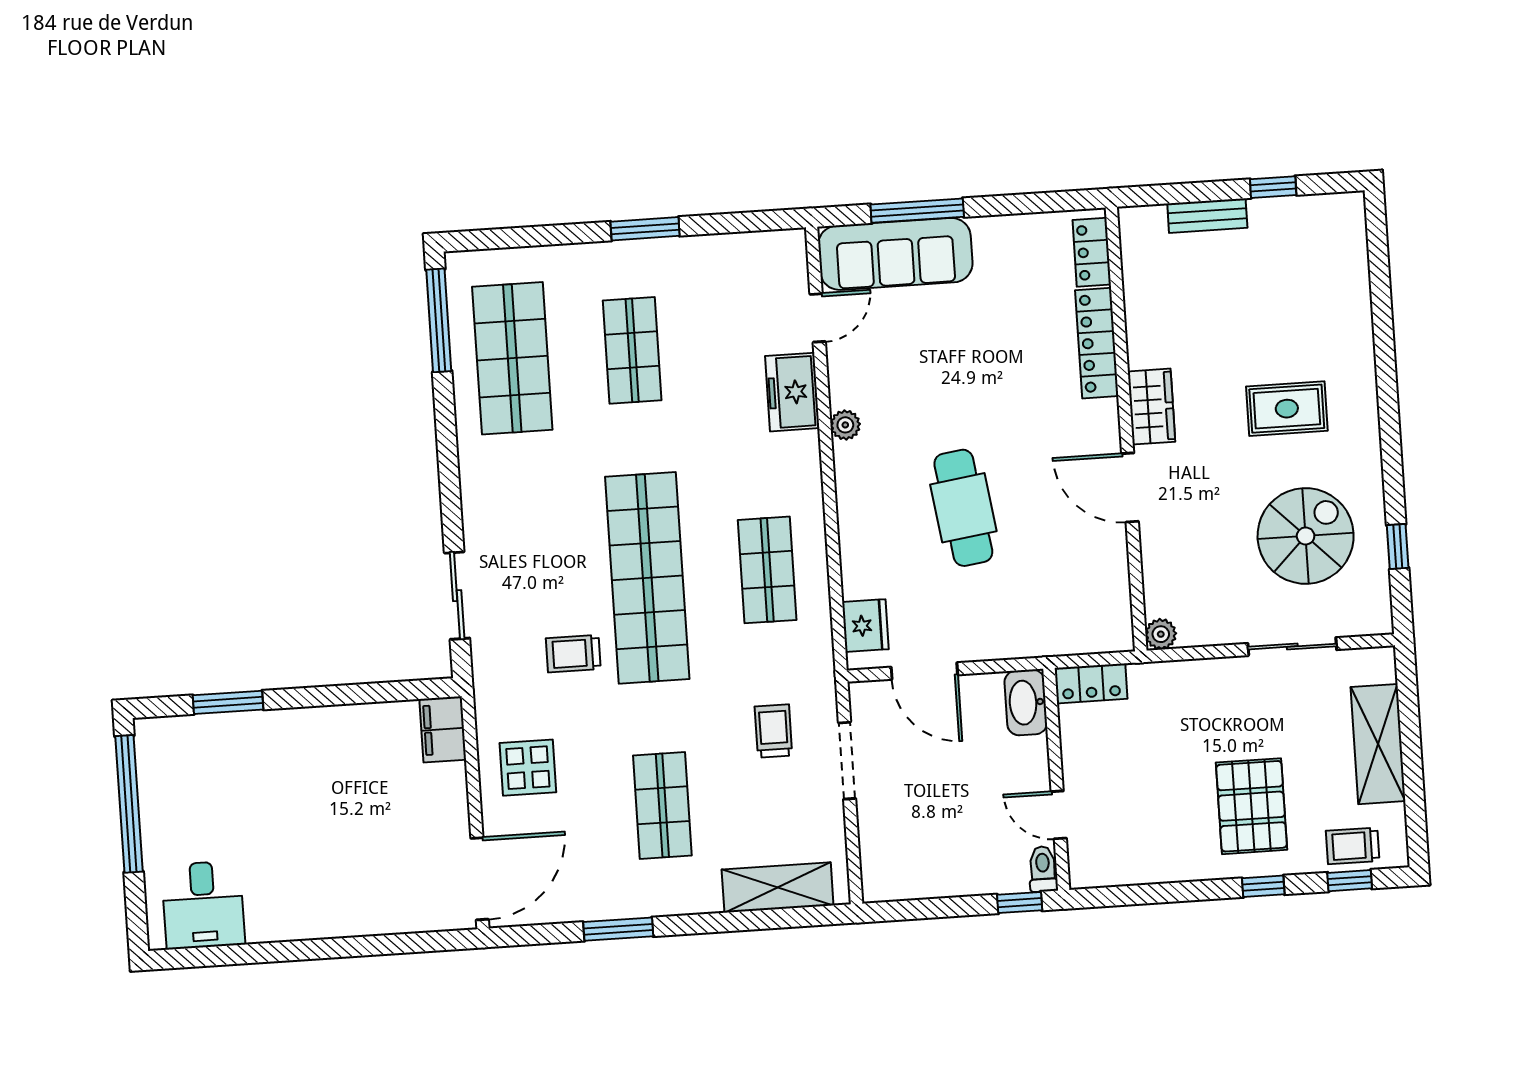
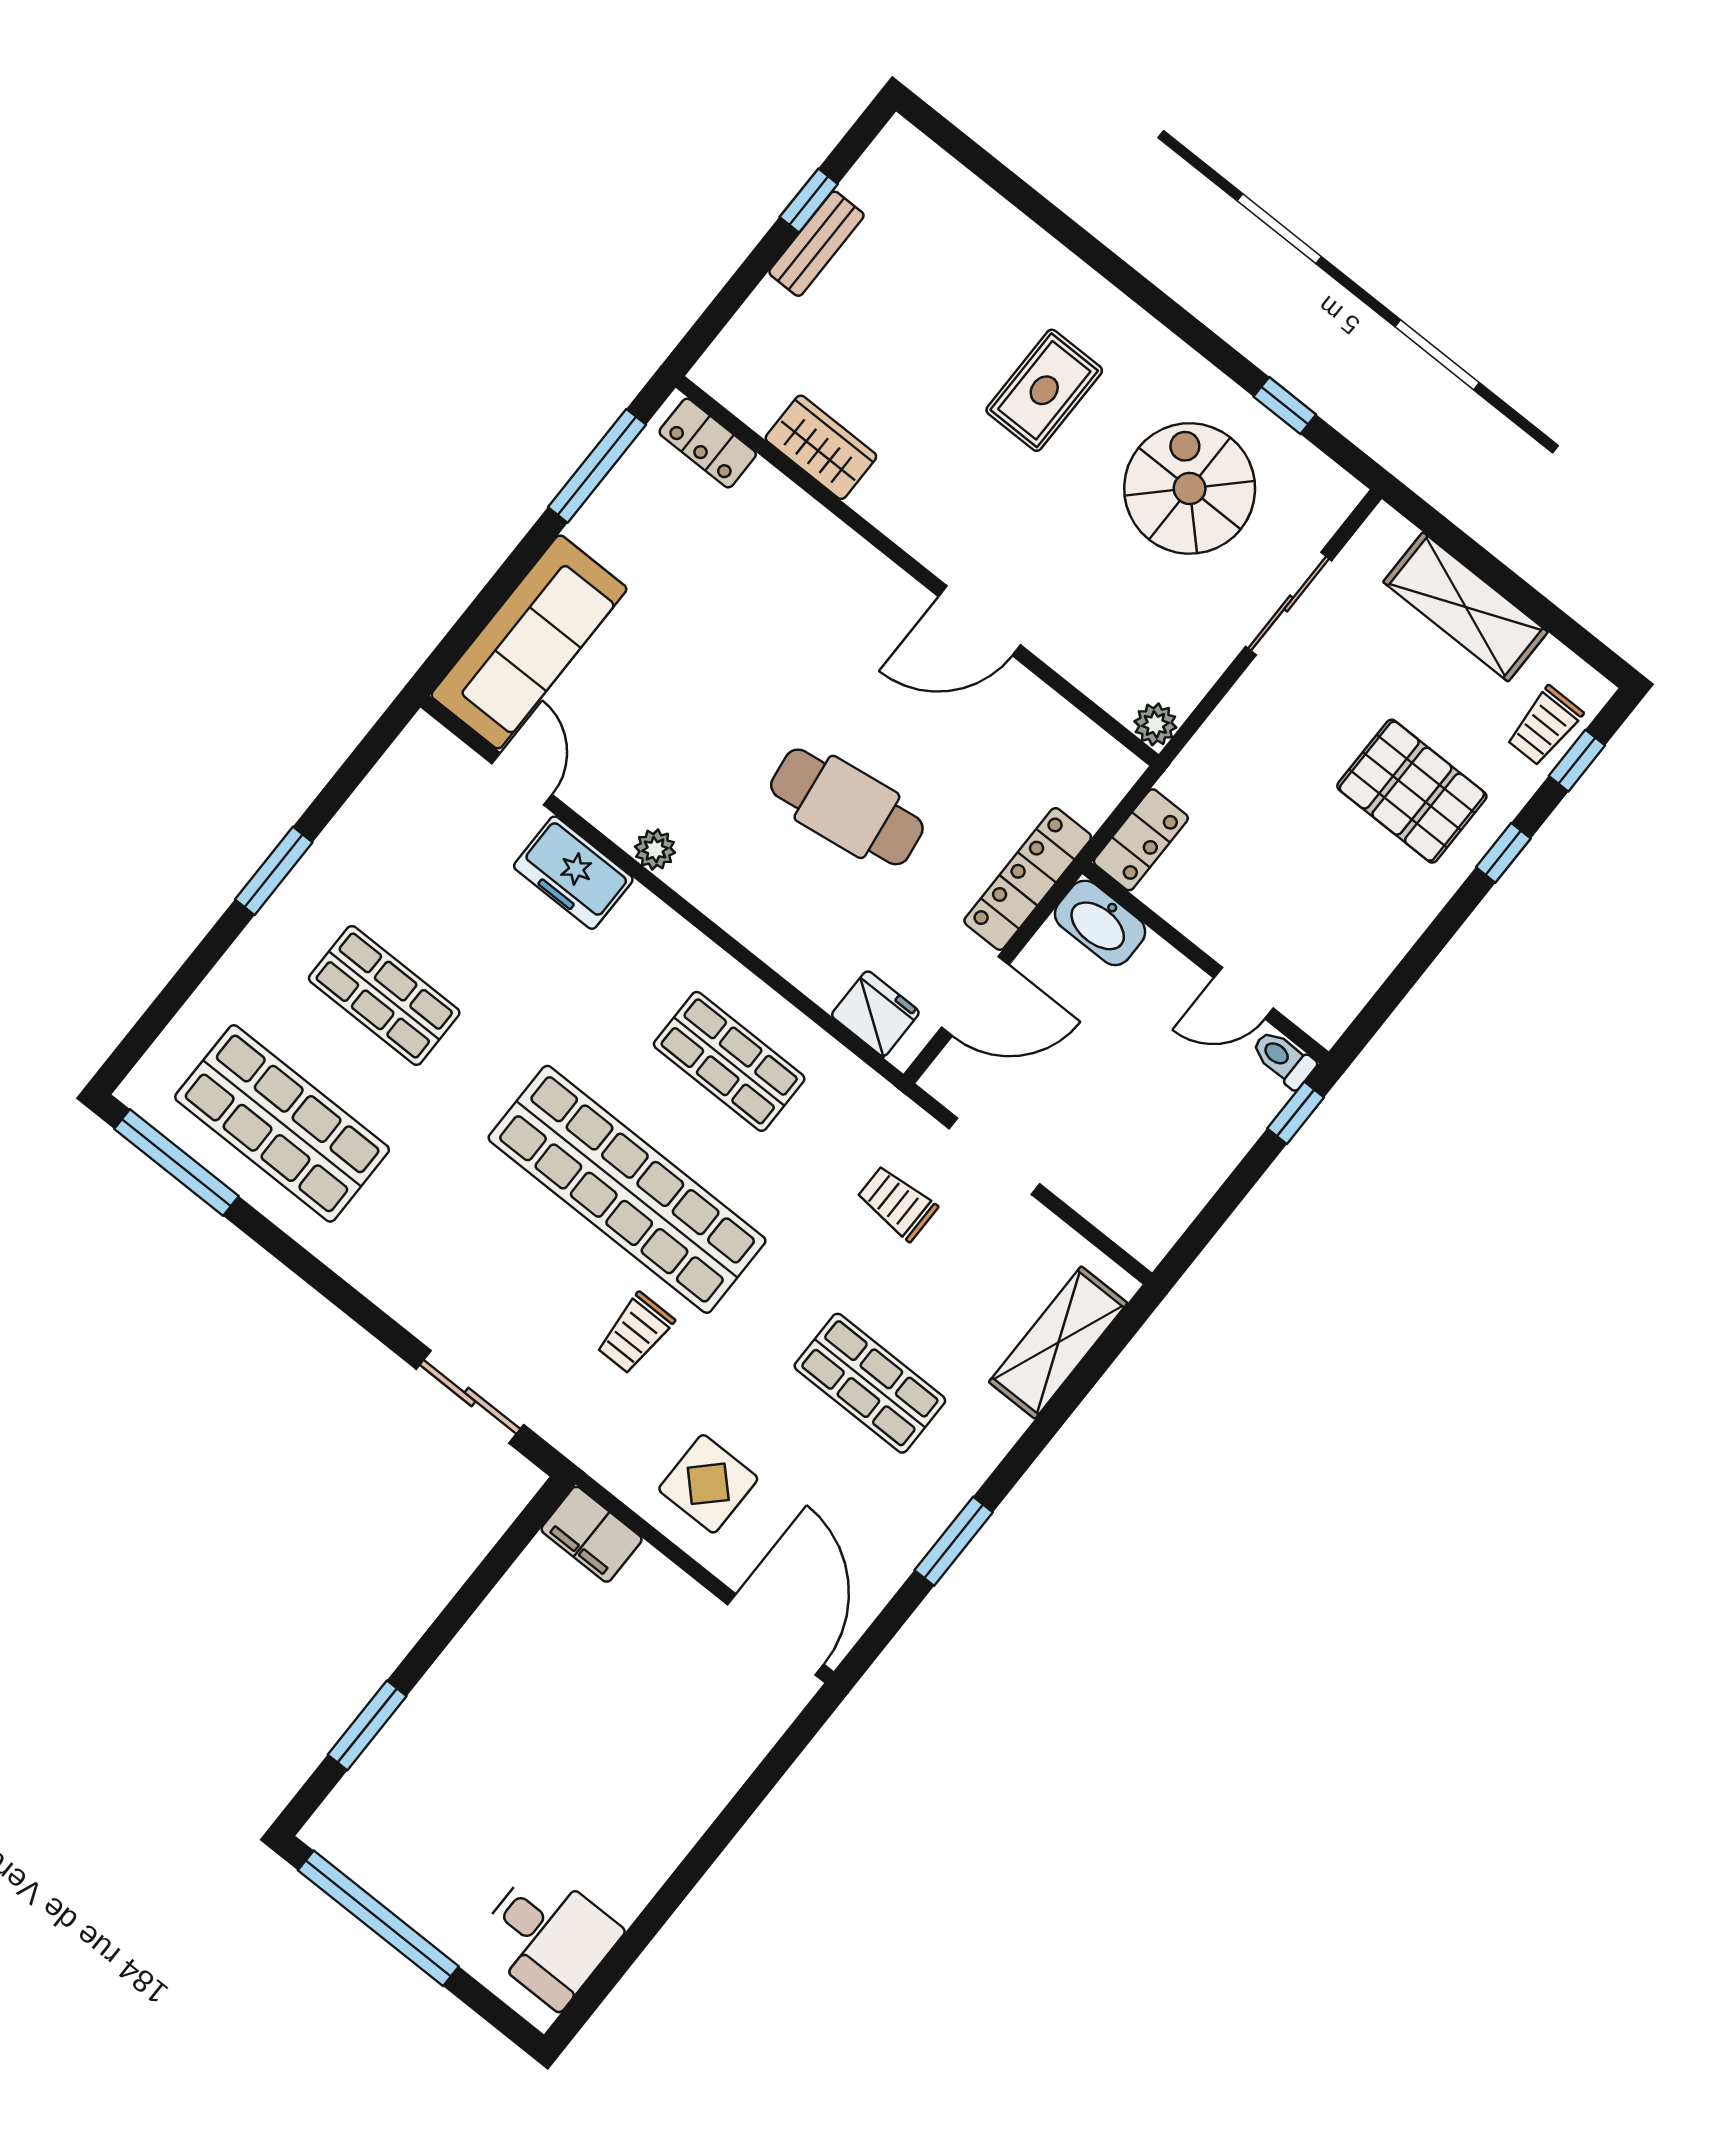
window: (917, 211) -> (597, 466), moved
bench: (1207, 216) -> (816, 244), moved
locker: (1097, 343) -> (1028, 879), moved, turned 90
wardrobe: (1151, 407) -> (821, 447), moved

